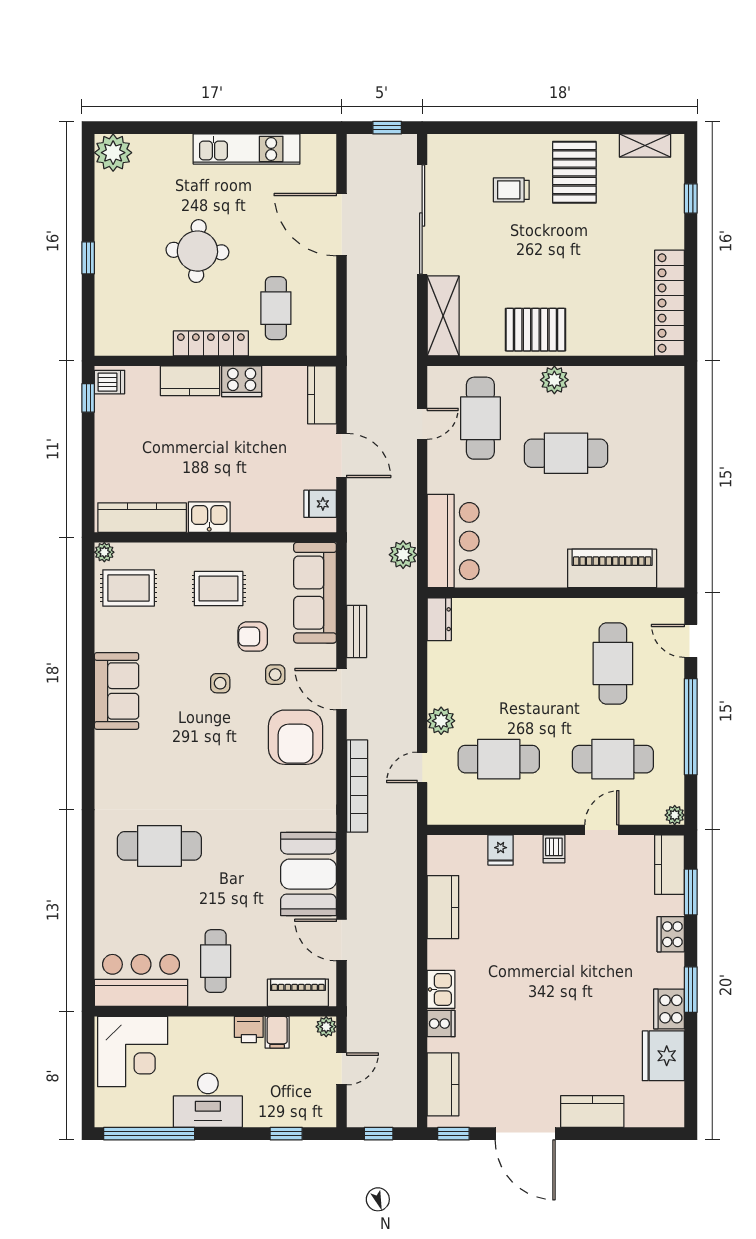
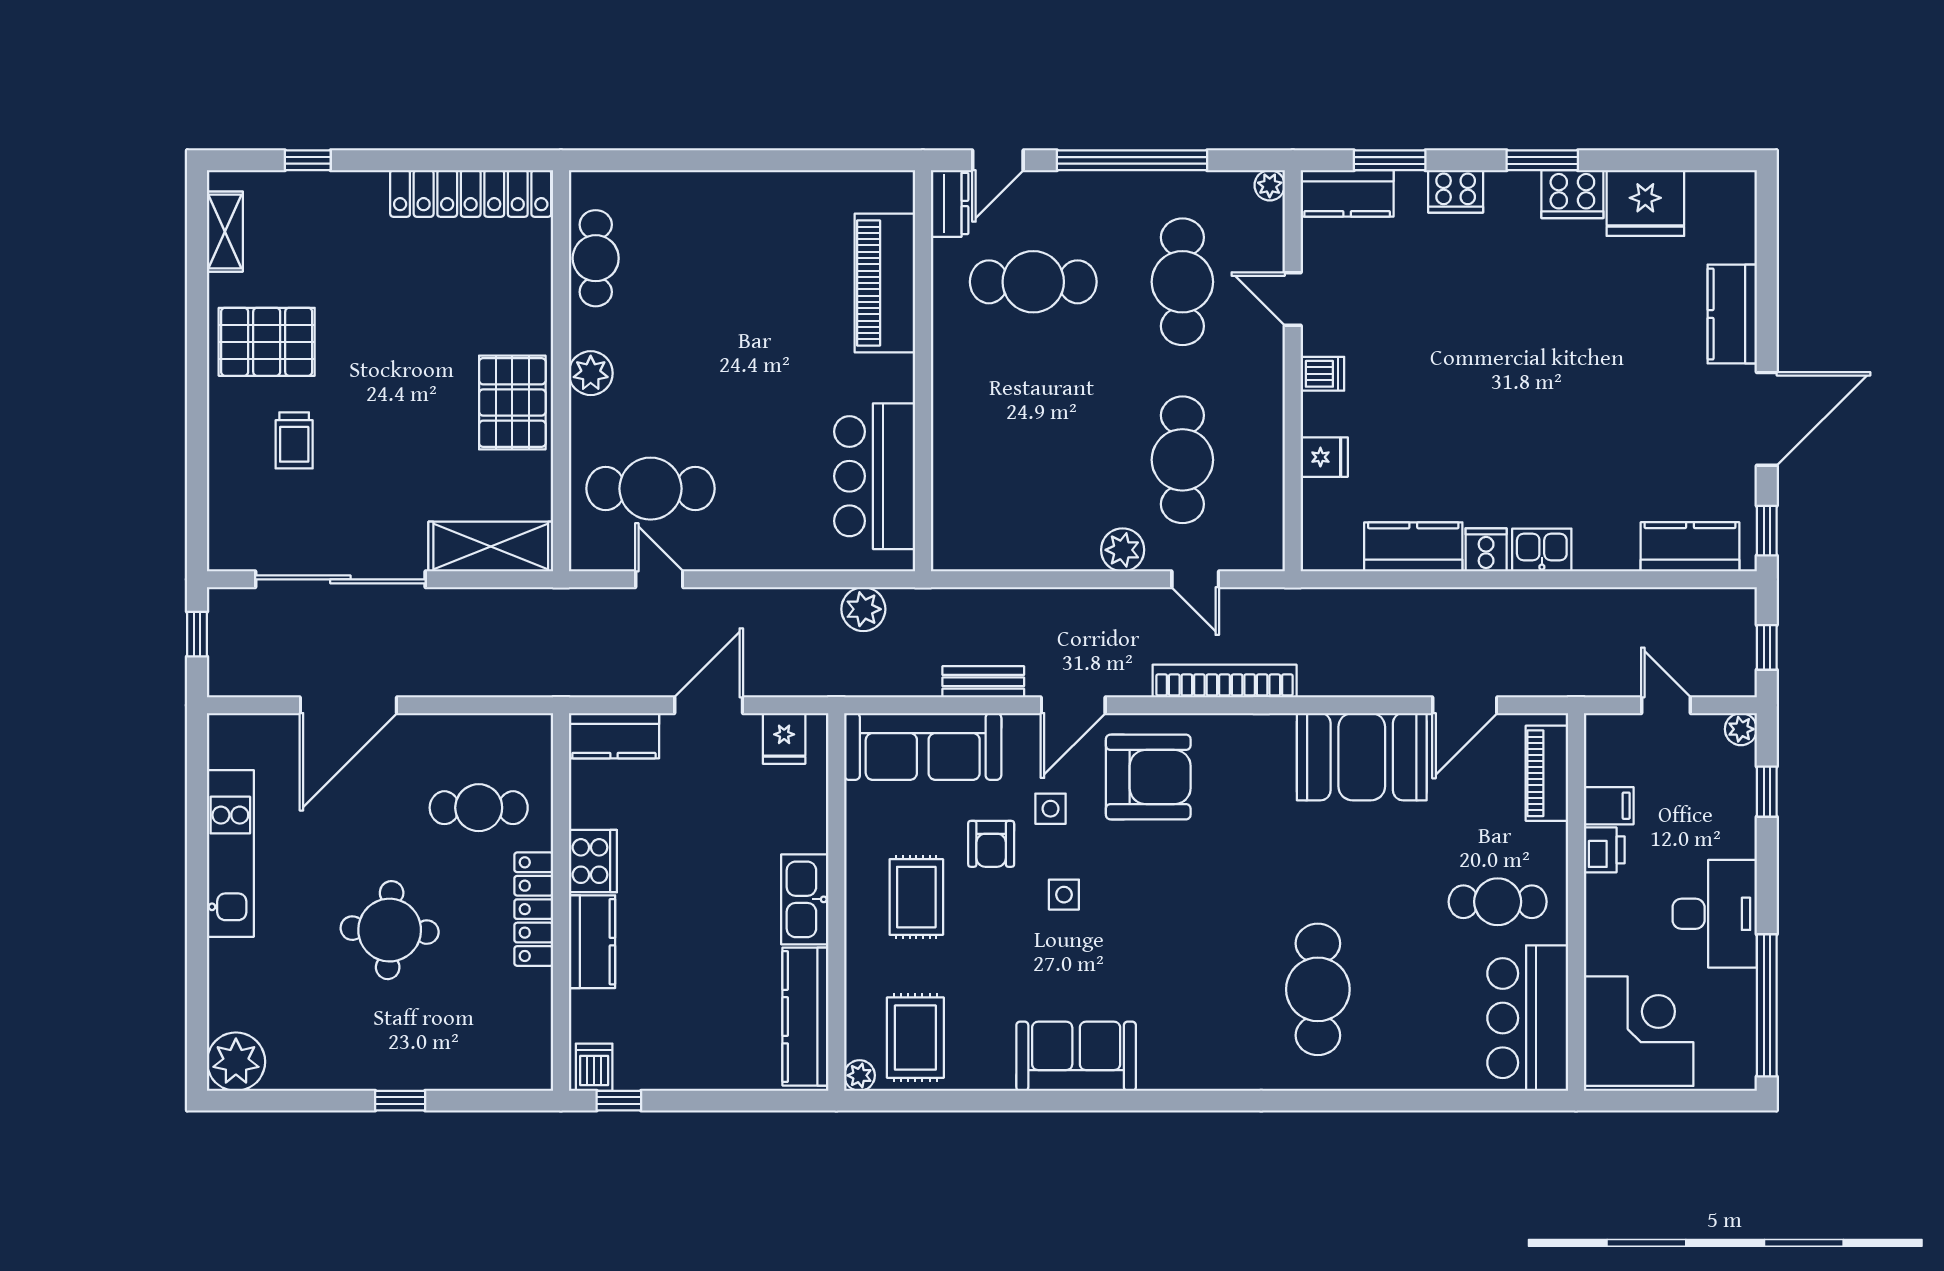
cafe table: (566, 453) -> (596, 258), moved, width x0.73, depth x0.74
kitchen sink: (209, 517) -> (805, 899), width x1.38
bar counter: (453, 541) -> (875, 476), moved, turned -90
dresser: (439, 619) -> (950, 204), moved, turned 90
cooker: (441, 1024) -> (1486, 550), moved
plant: (326, 1027) -> (1741, 729), moved

